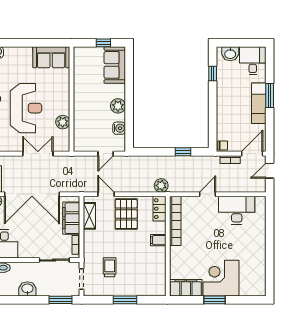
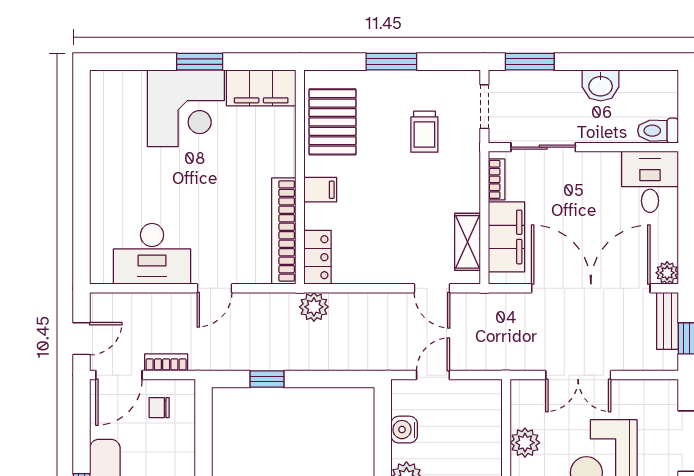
chair: (223, 145) -> (159, 408), moved
pallet: (126, 214) -> (332, 122), moved

